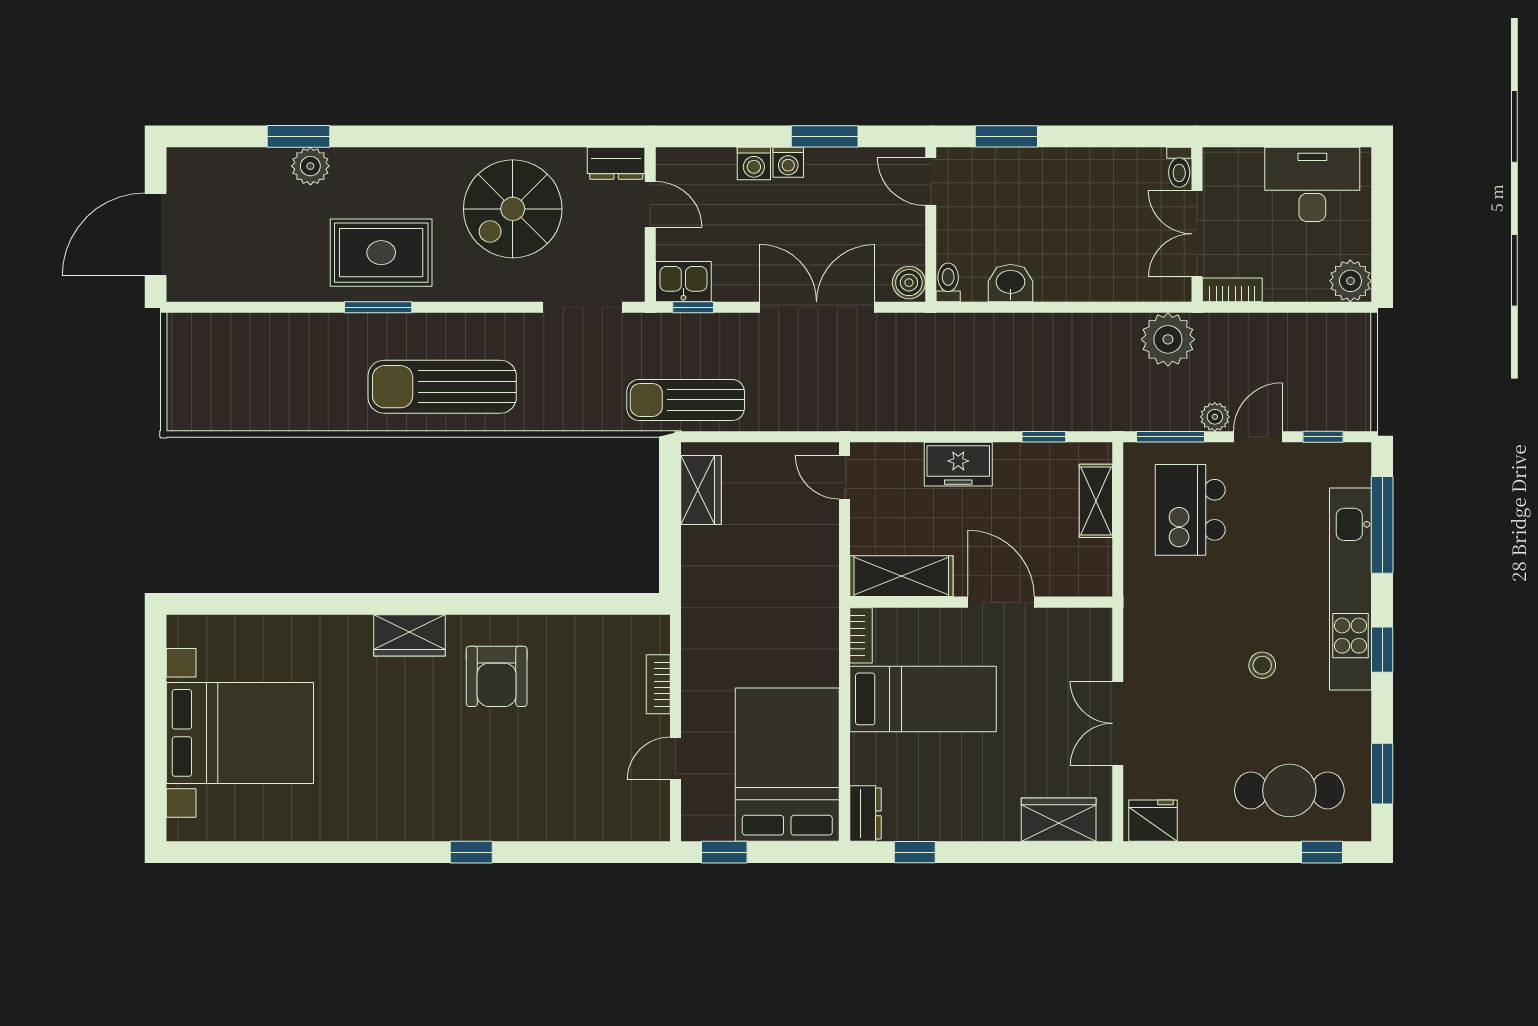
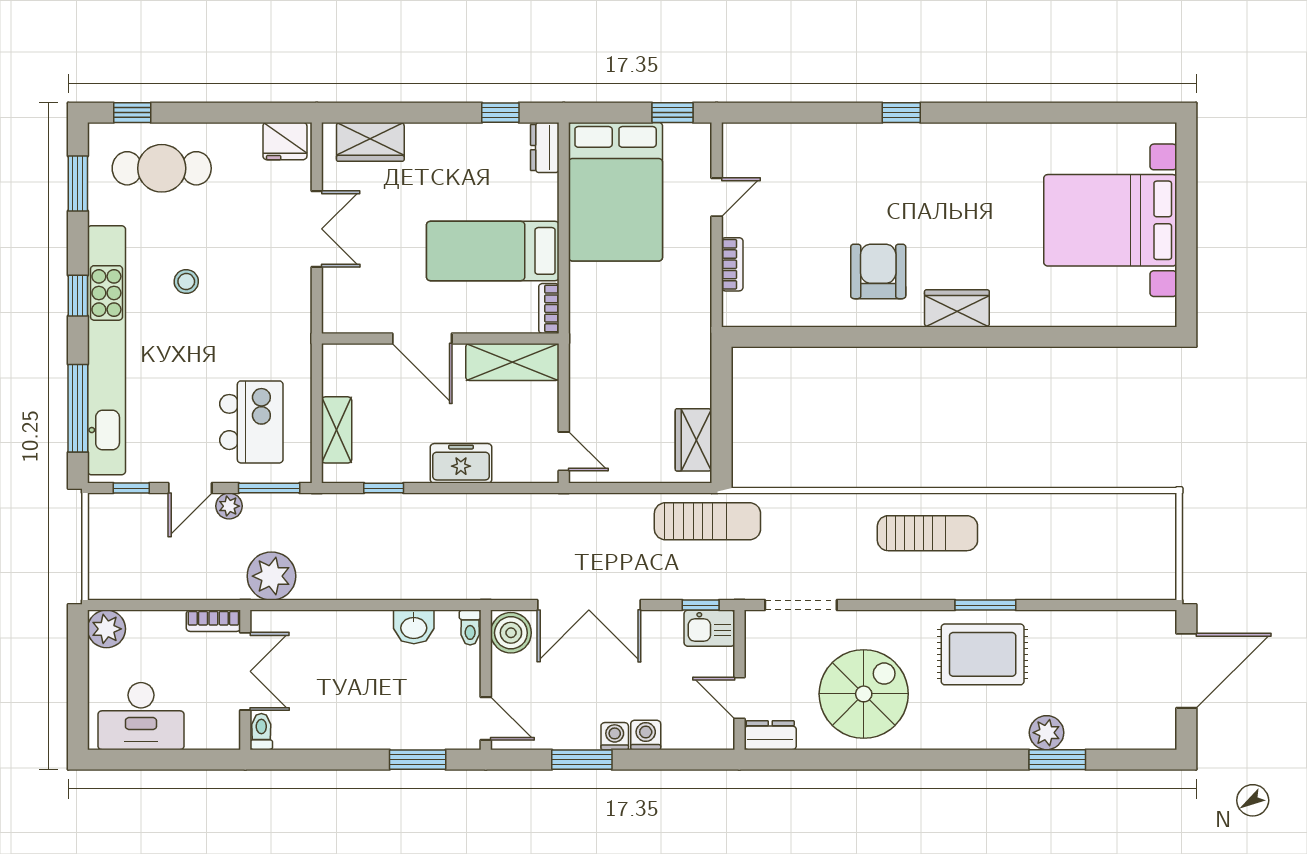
boiler: (909, 283) -> (511, 633), width x1.36, depth x1.36
sun lounger: (442, 387) -> (927, 533), width x0.73, depth x0.75
kitchen unit: (1350, 589) -> (106, 350), width x1.36

